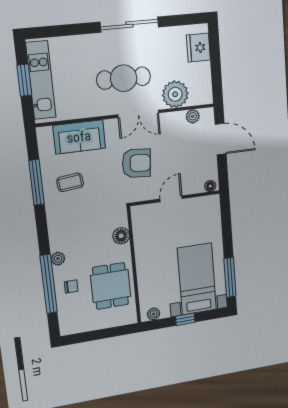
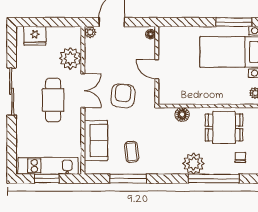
plant: (193, 116) -> (90, 32), moved
plant: (58, 259) -> (193, 164), width x1.87, depth x1.87
chair: (71, 286) -> (240, 157), moved

